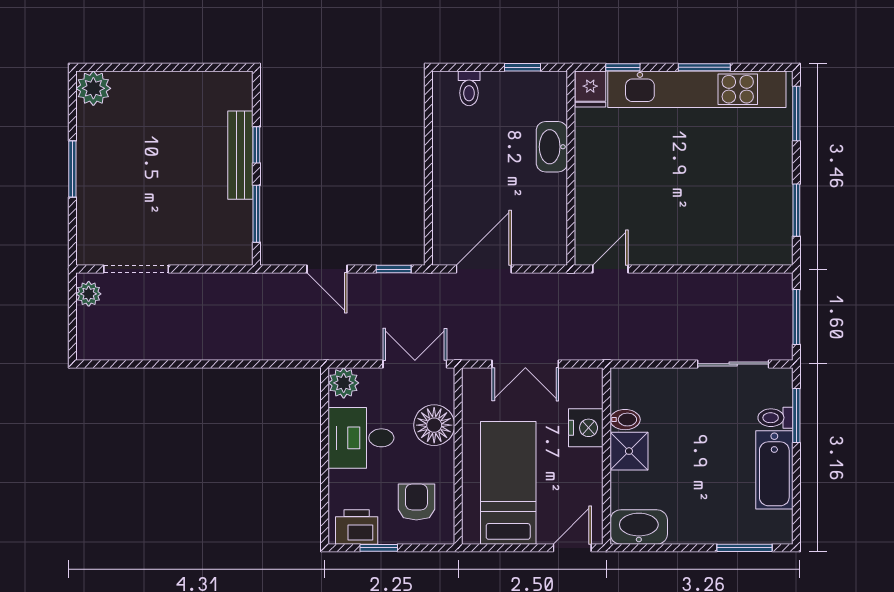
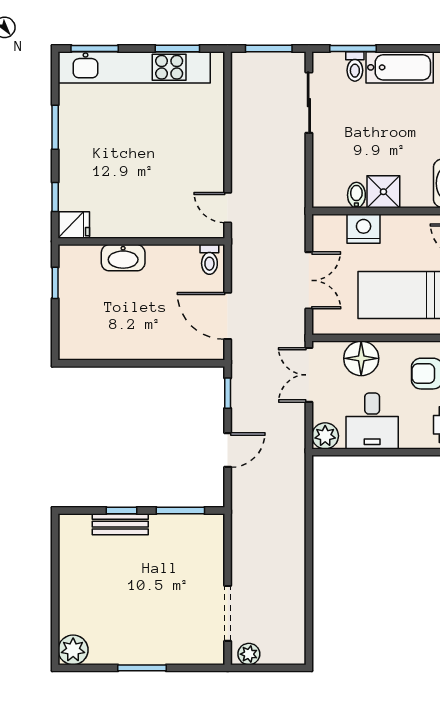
toilet: (469, 88) -> (209, 259), moved, turned 90
kitchen unit: (697, 89) -> (134, 67), moved, turned 90
bench: (240, 155) -> (120, 524), width x0.73

